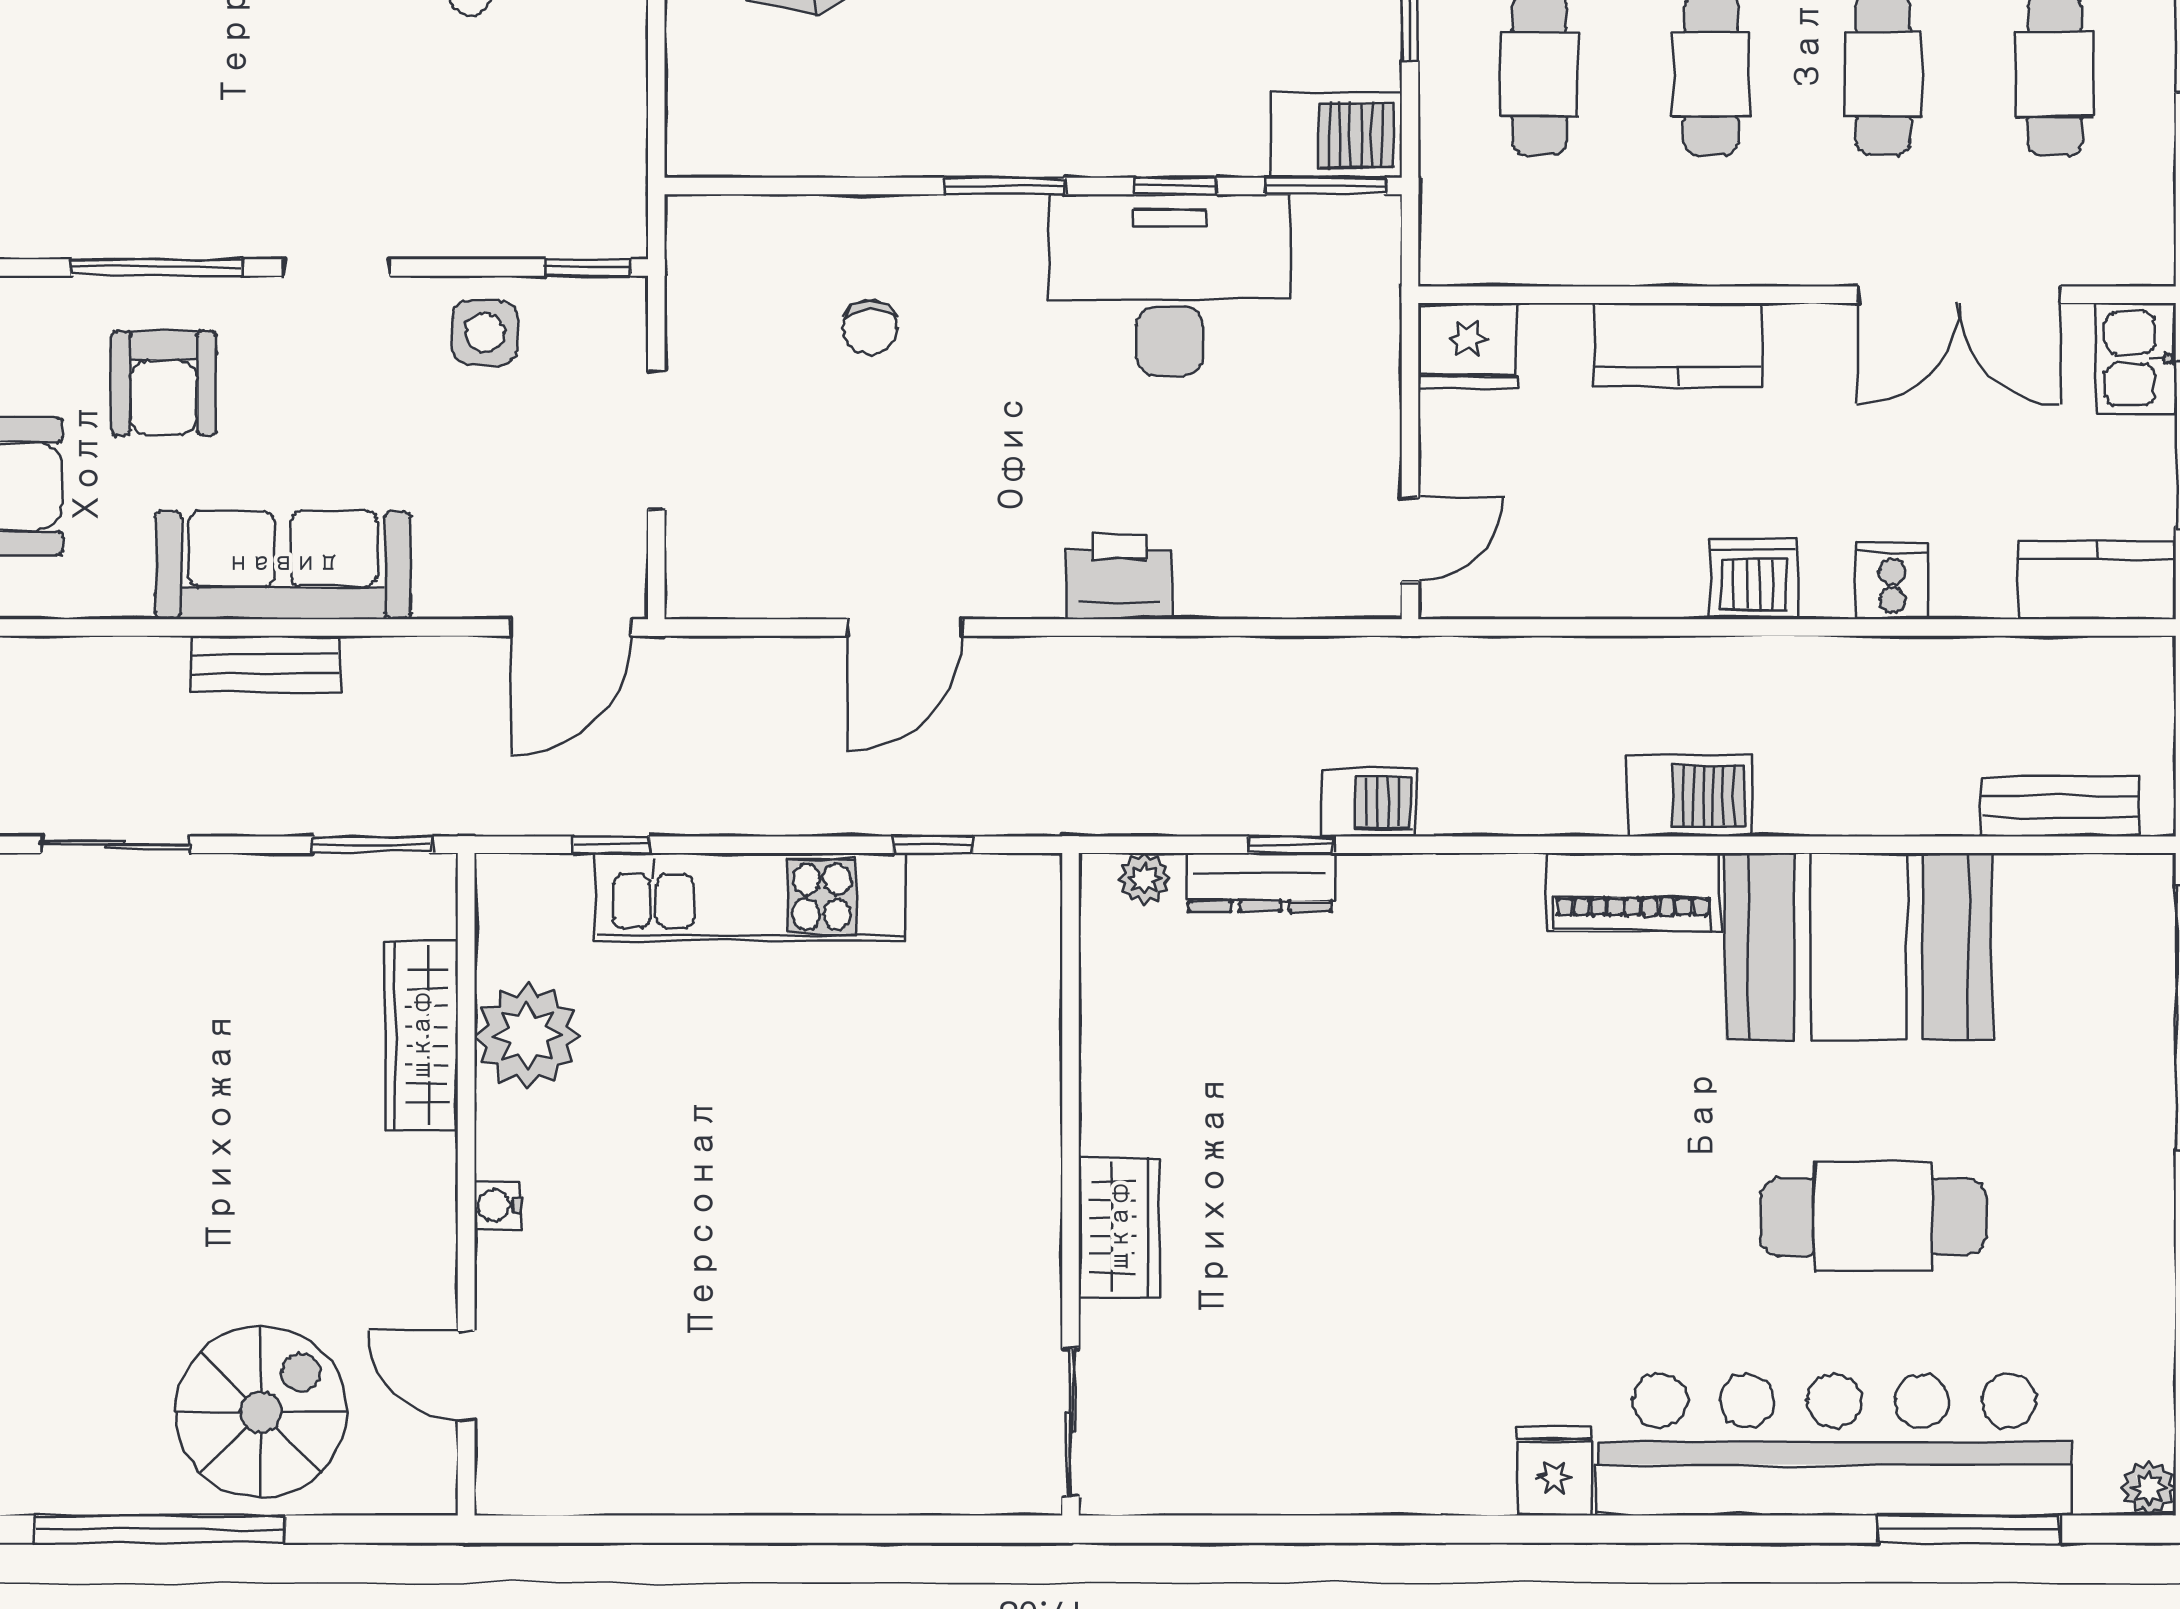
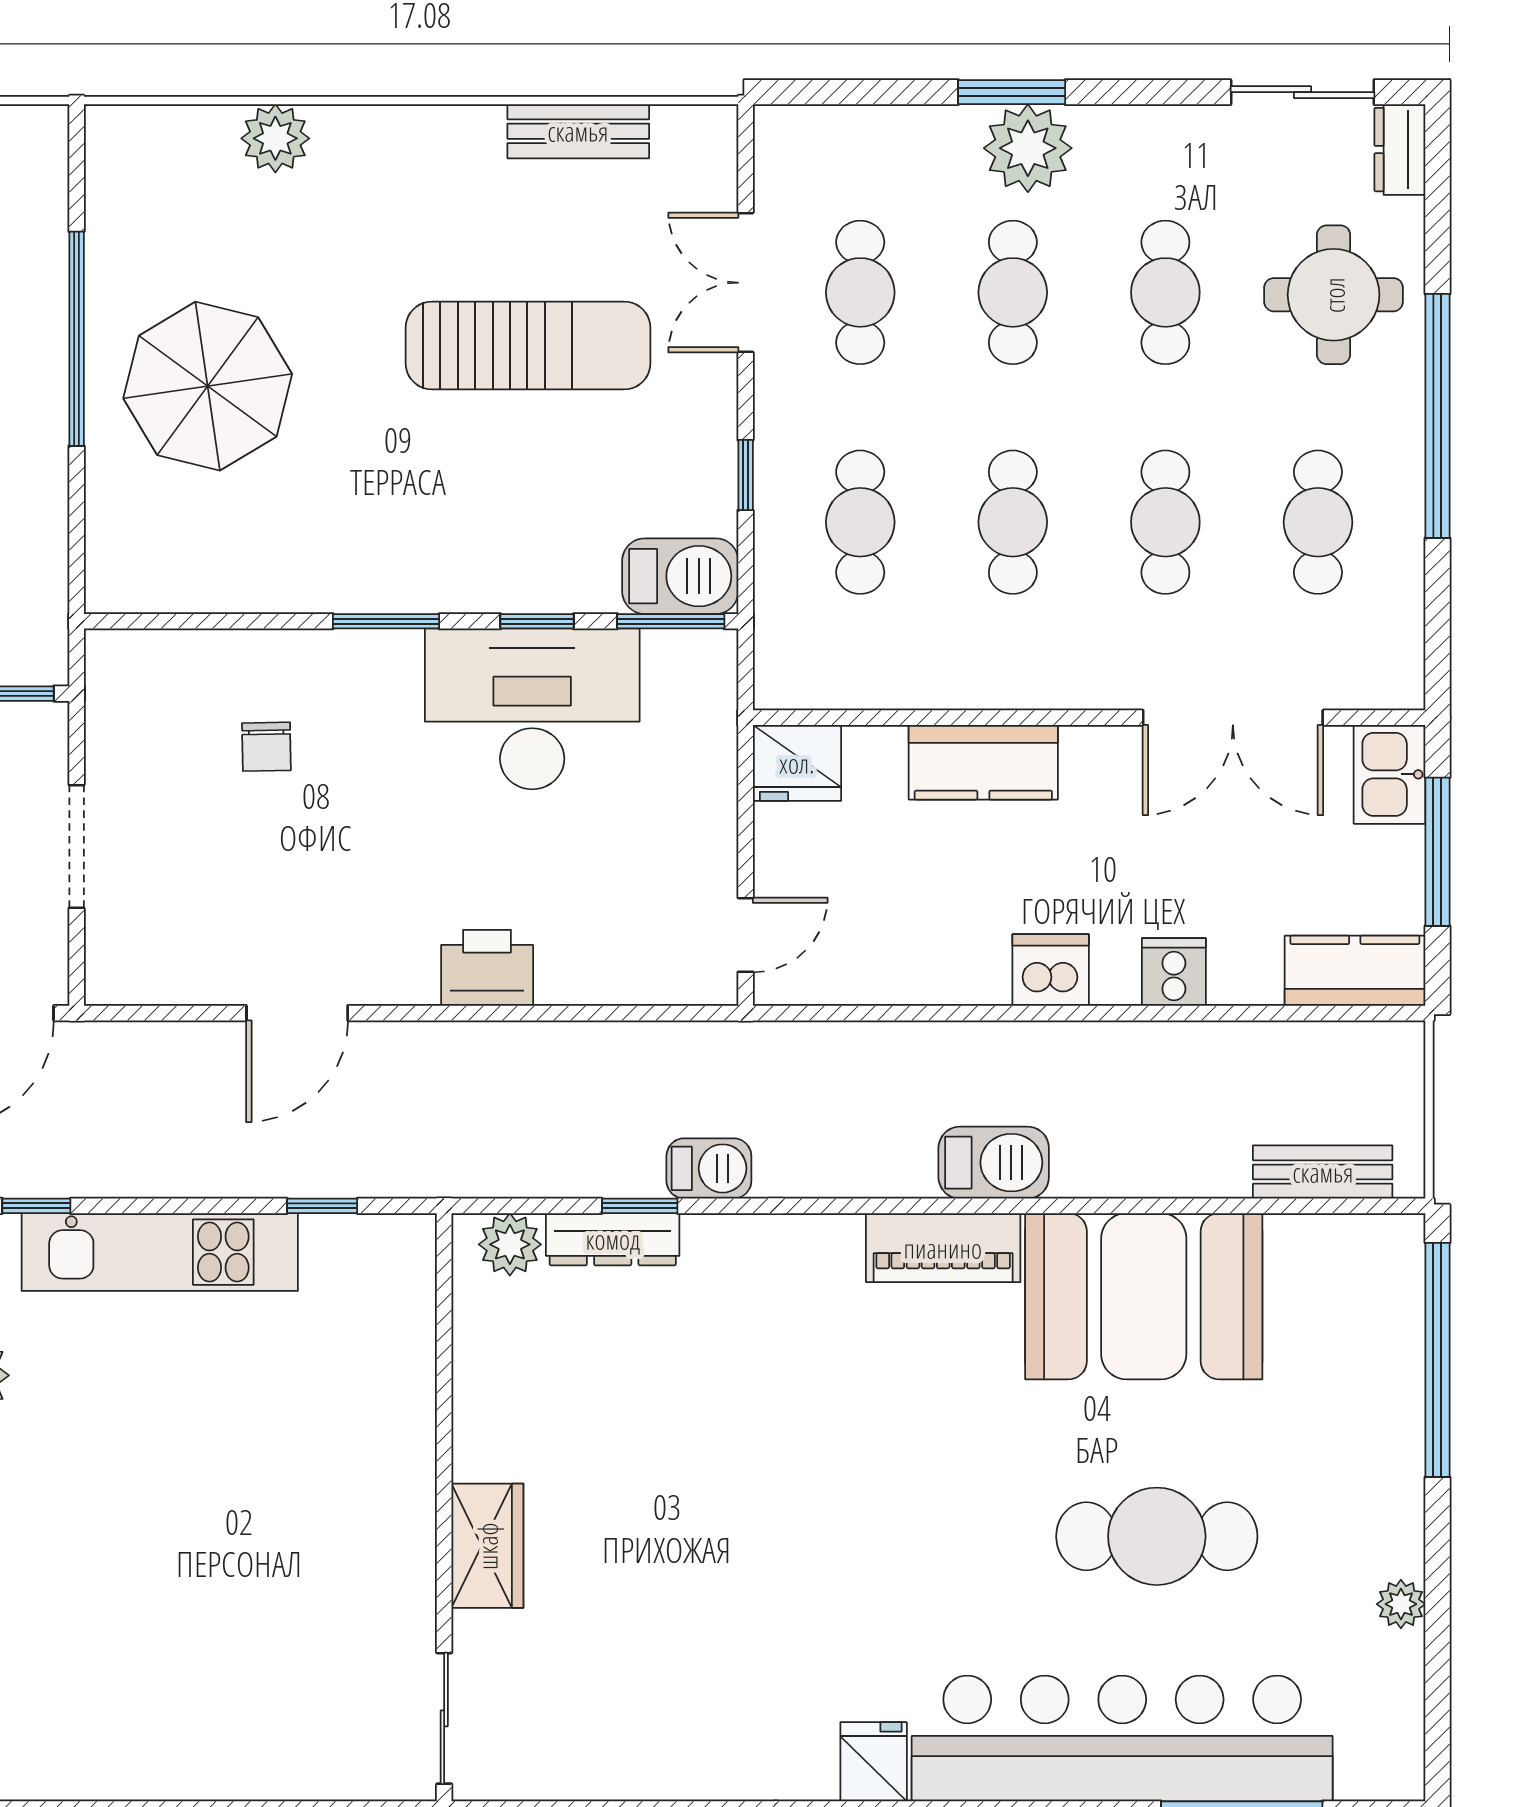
plant: (1144, 878) -> (510, 1244), width x1.38, depth x1.38
plant: (2148, 1488) -> (1401, 1604), moved

